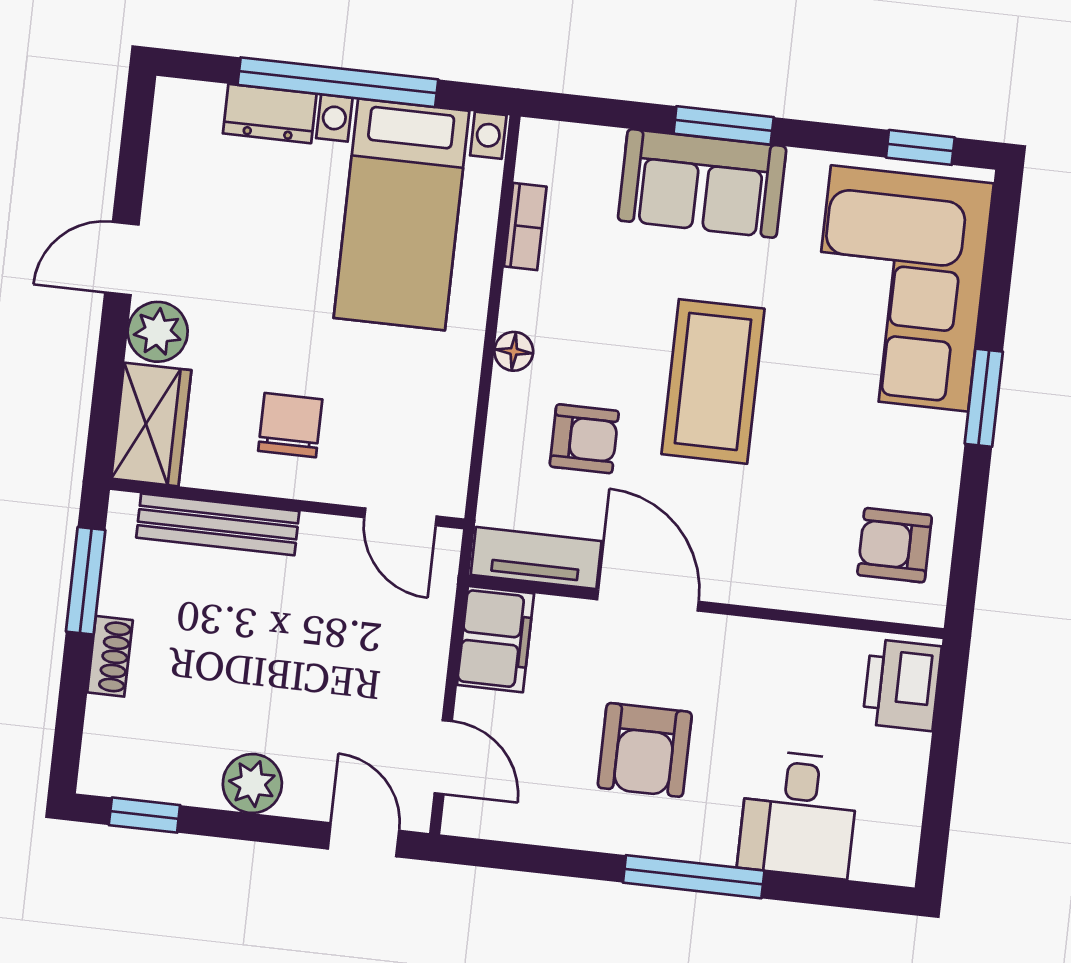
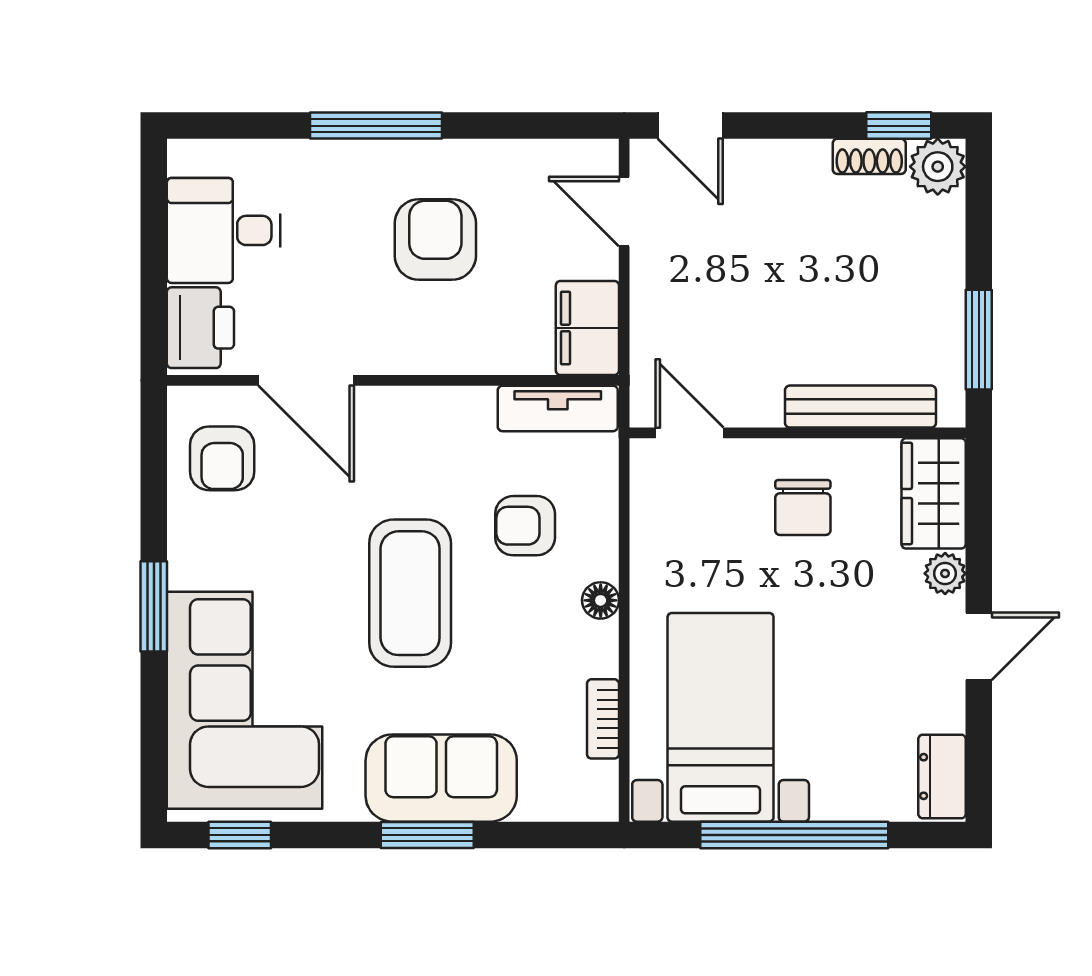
dresser: (270, 114) -> (942, 777), moved, turned -90
plant: (158, 332) -> (945, 573), width x0.73, depth x0.73
armchair: (895, 545) -> (222, 458), turned 90
door: (648, 600) -> (306, 380), moved
shoe rack: (110, 656) -> (869, 156), moved, turned -90
plant: (252, 784) -> (938, 167), moved
desk: (798, 814) -> (224, 230), moved, turned -90

